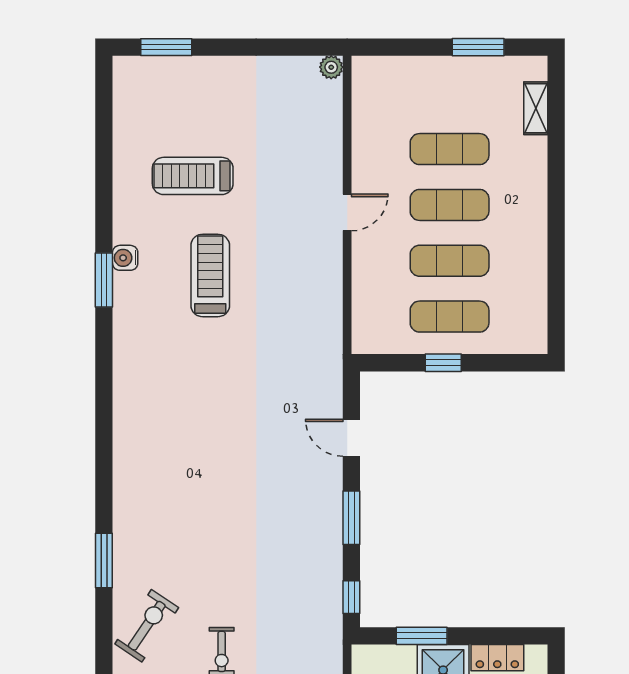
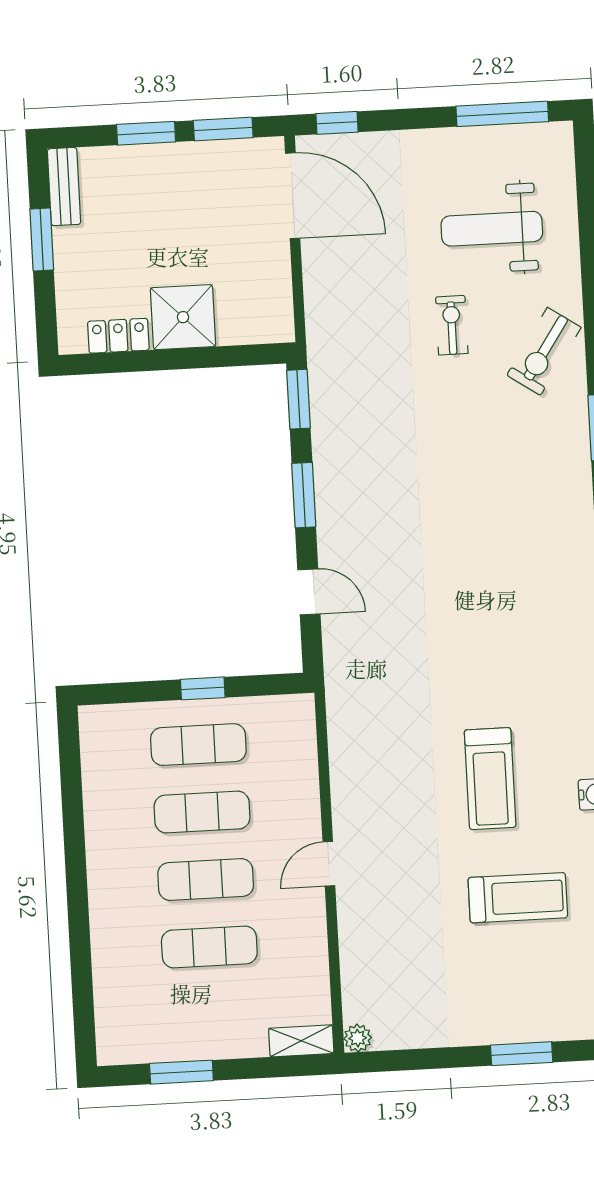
window: (166, 47) -> (522, 1054), moved
shelving: (536, 108) -> (301, 1041), moved, turned 90
window: (351, 597) -> (299, 399), width x1.50
window: (422, 636) -> (211, 357), removed

